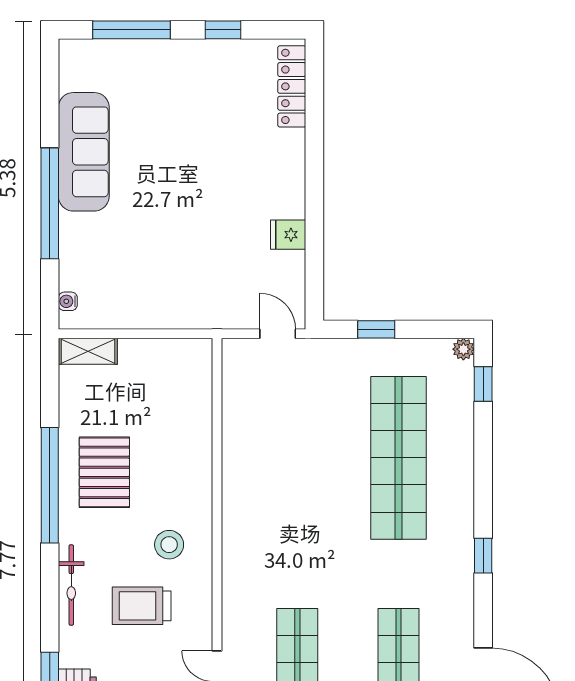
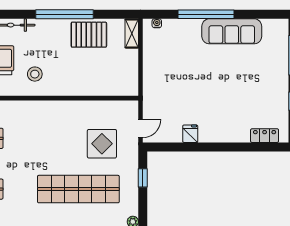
locker: (292, 86) -> (265, 136), width x0.66
display table: (308, 411) -> (102, 144), added
pallet: (104, 472) -> (89, 35), moved

